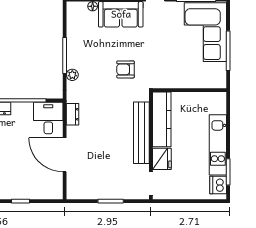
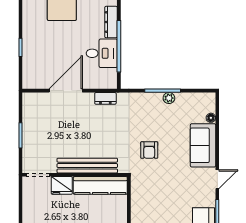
armchair: (126, 69) -> (149, 150), turned 180
plant: (72, 75) -> (169, 98), moved
desk: (48, 118) -> (102, 53), moved

